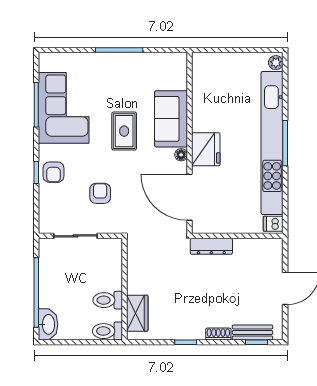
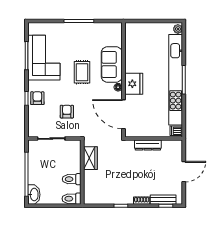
armchair: (54, 172) -> (37, 98), turned 180
dresser: (211, 246) -> (148, 145), moved
wardrobe: (137, 313) -> (90, 158), moved

